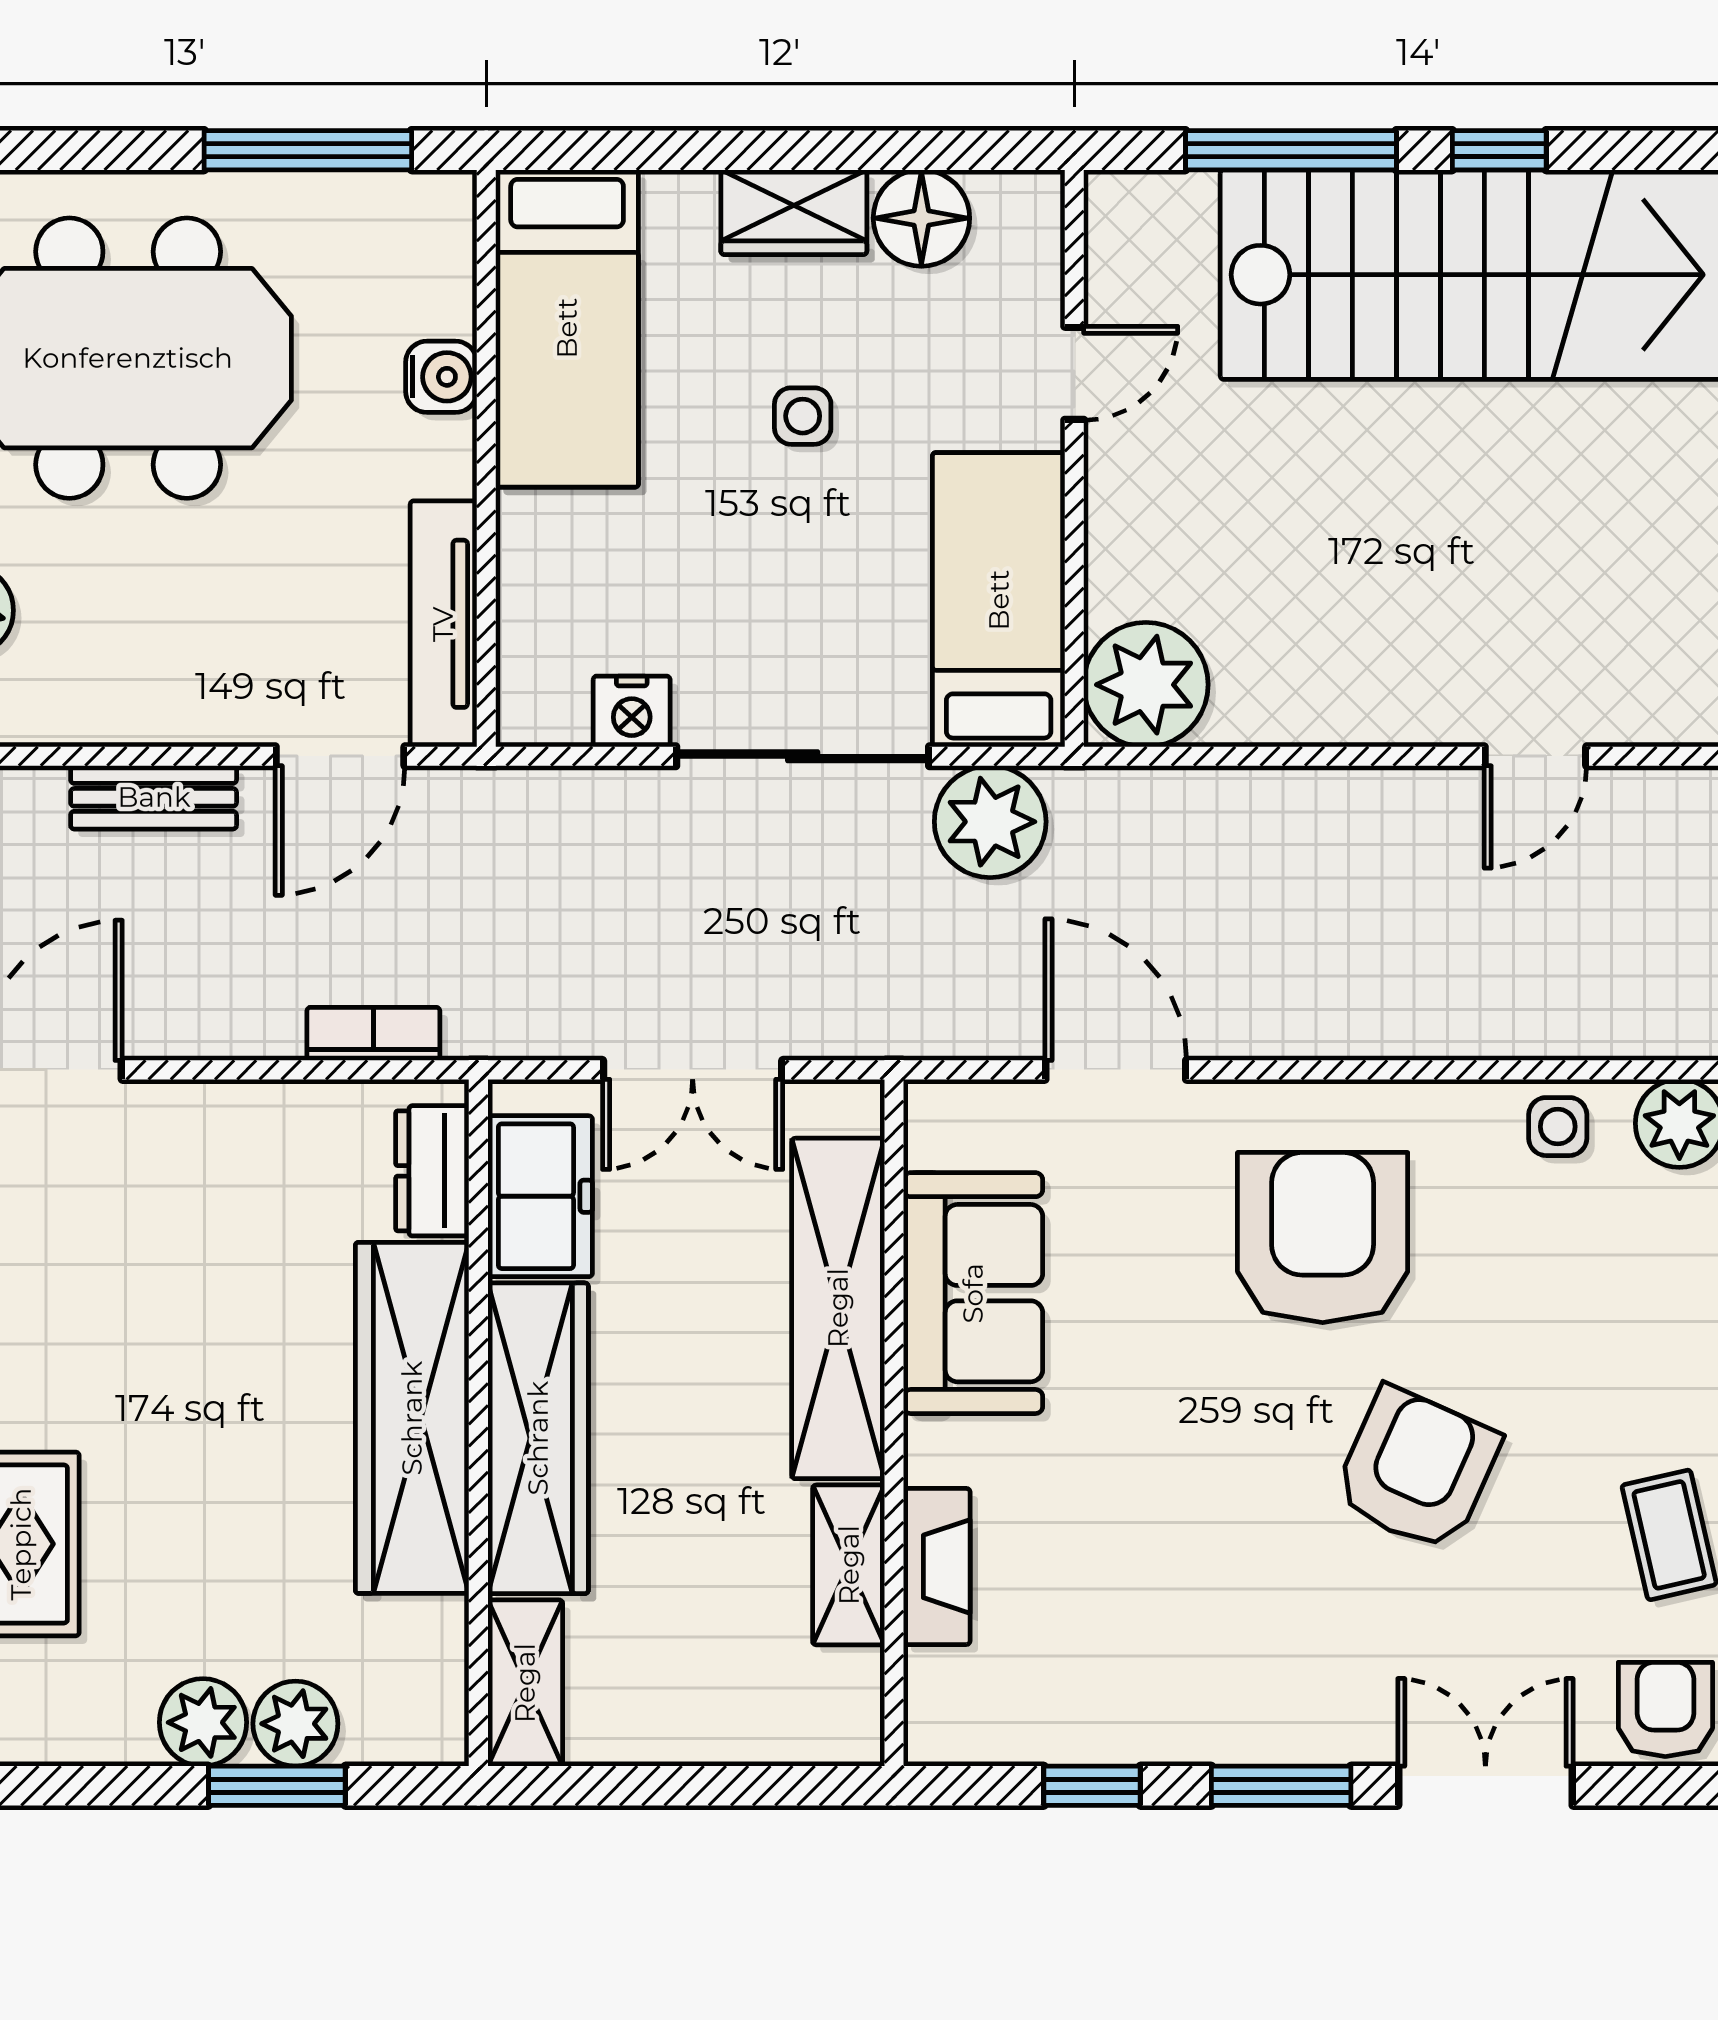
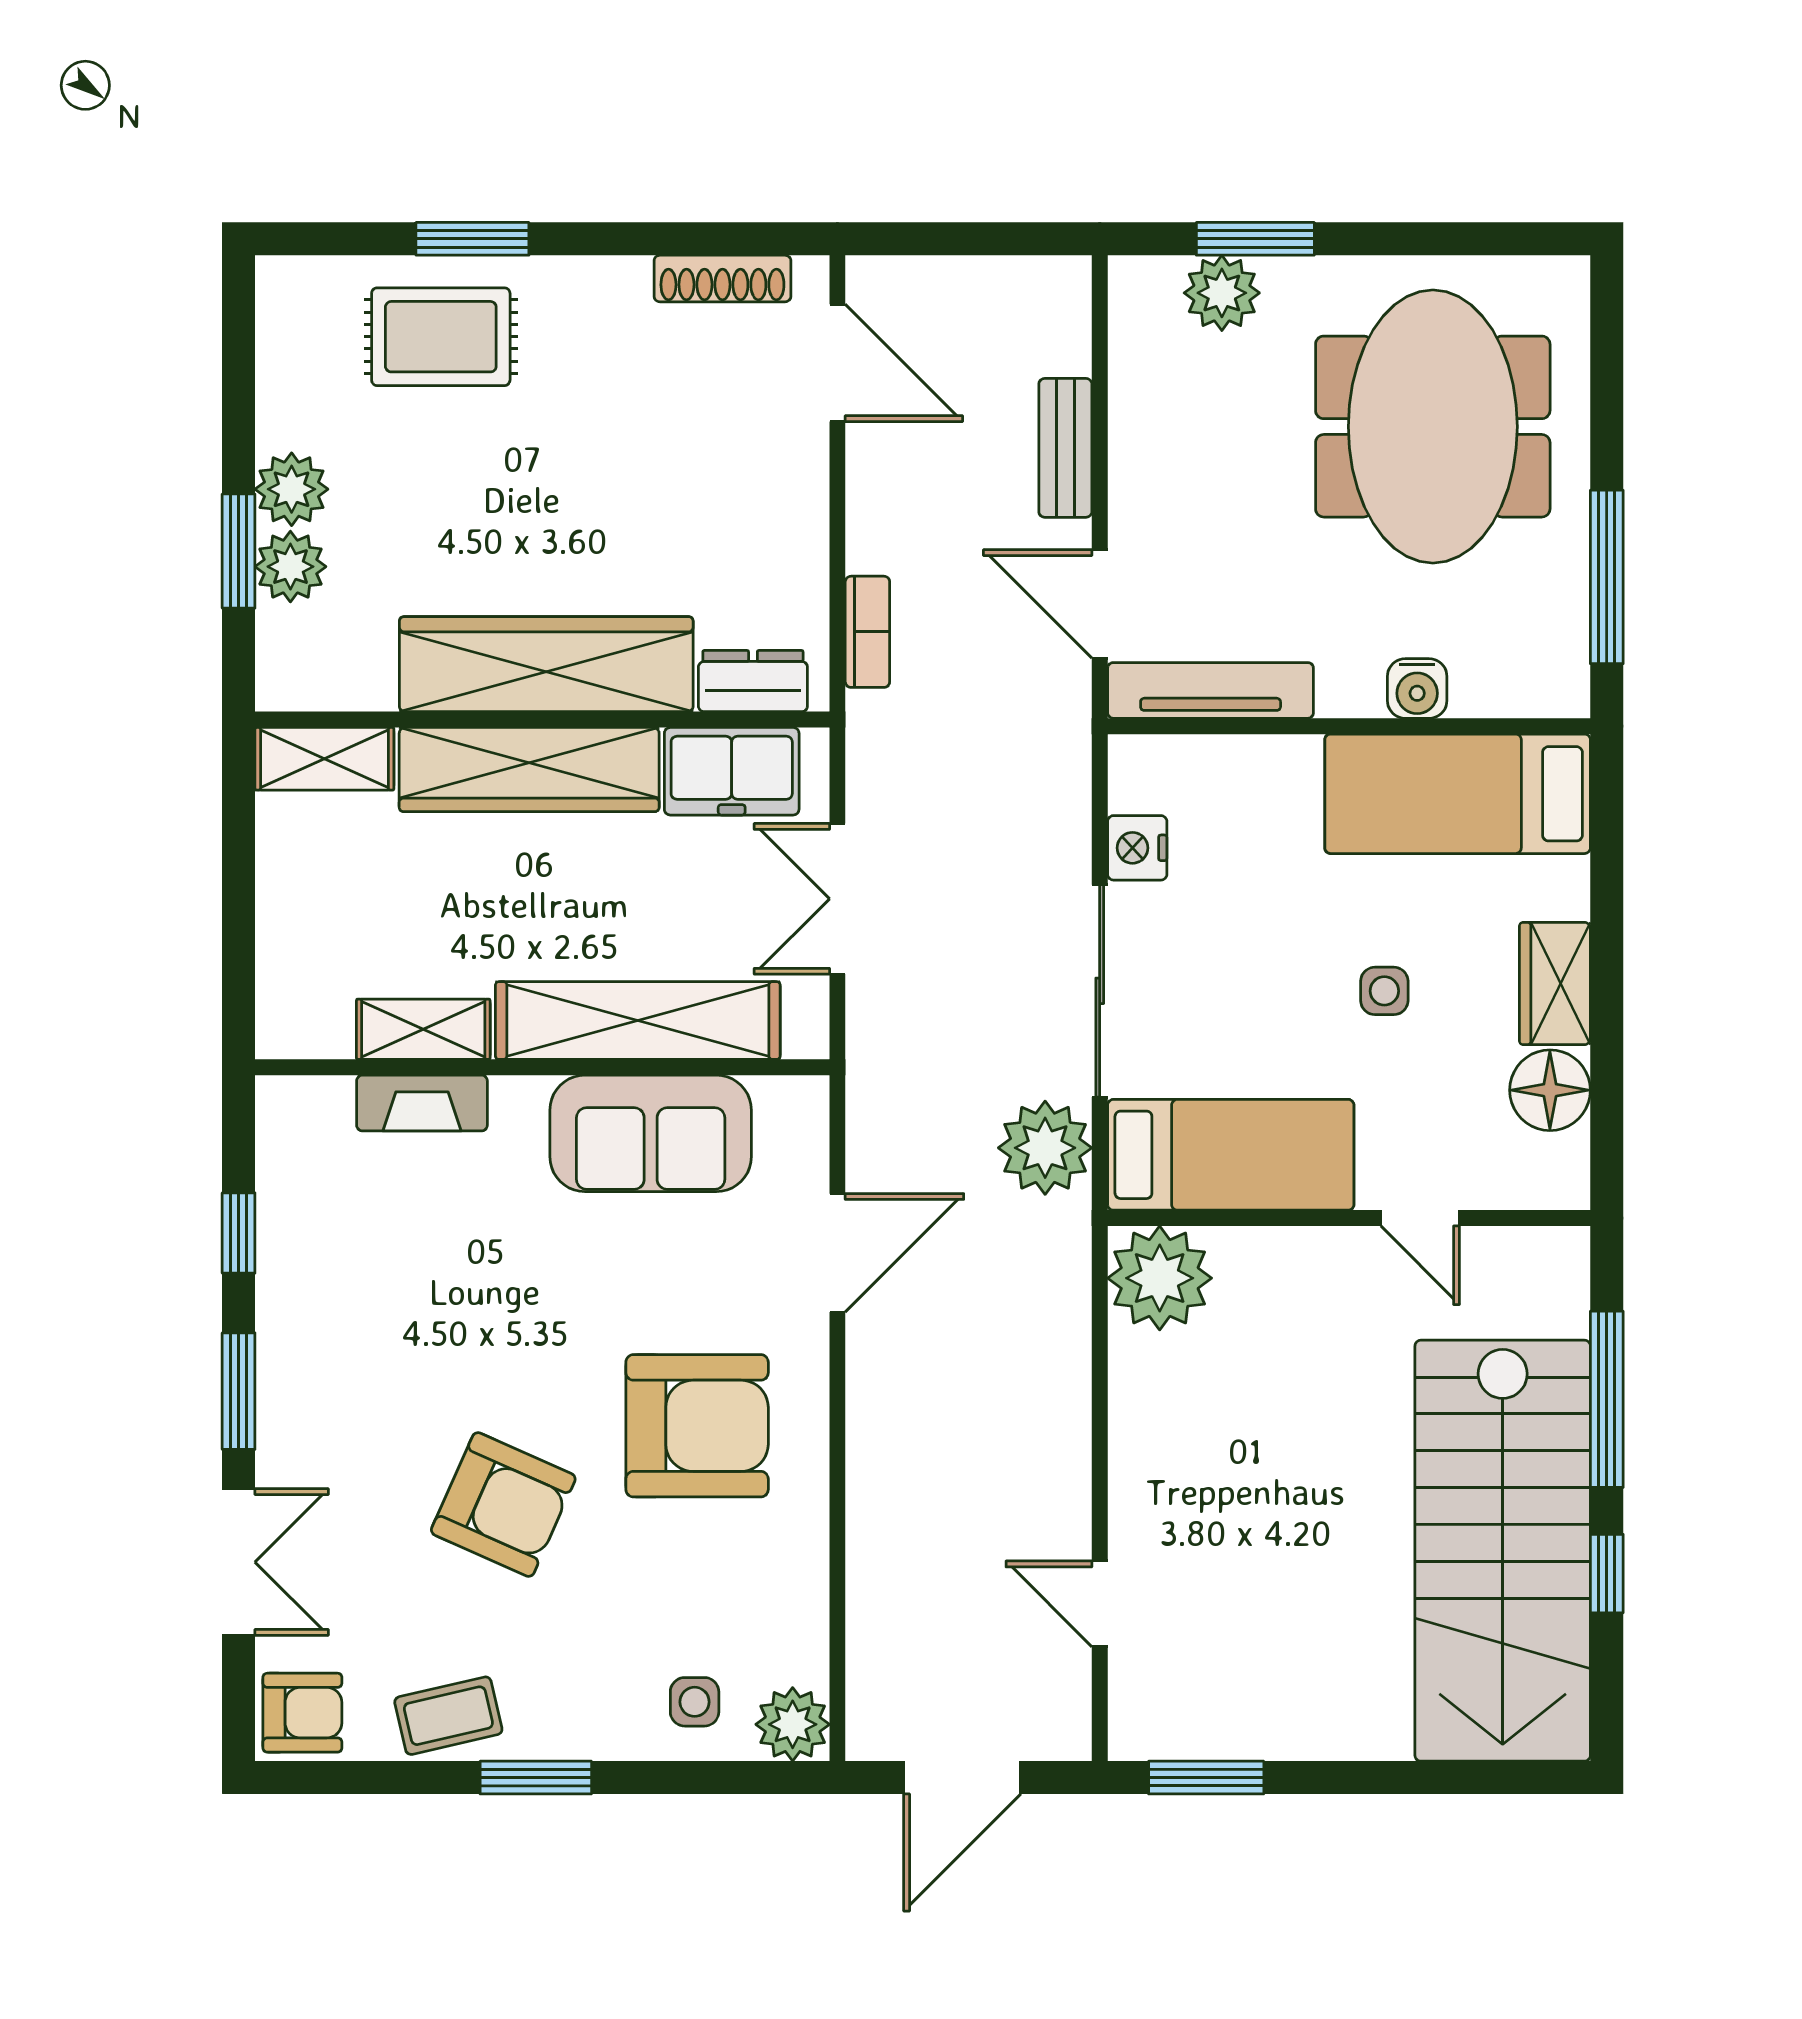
side table: (1558, 1127) -> (695, 1702), moved

